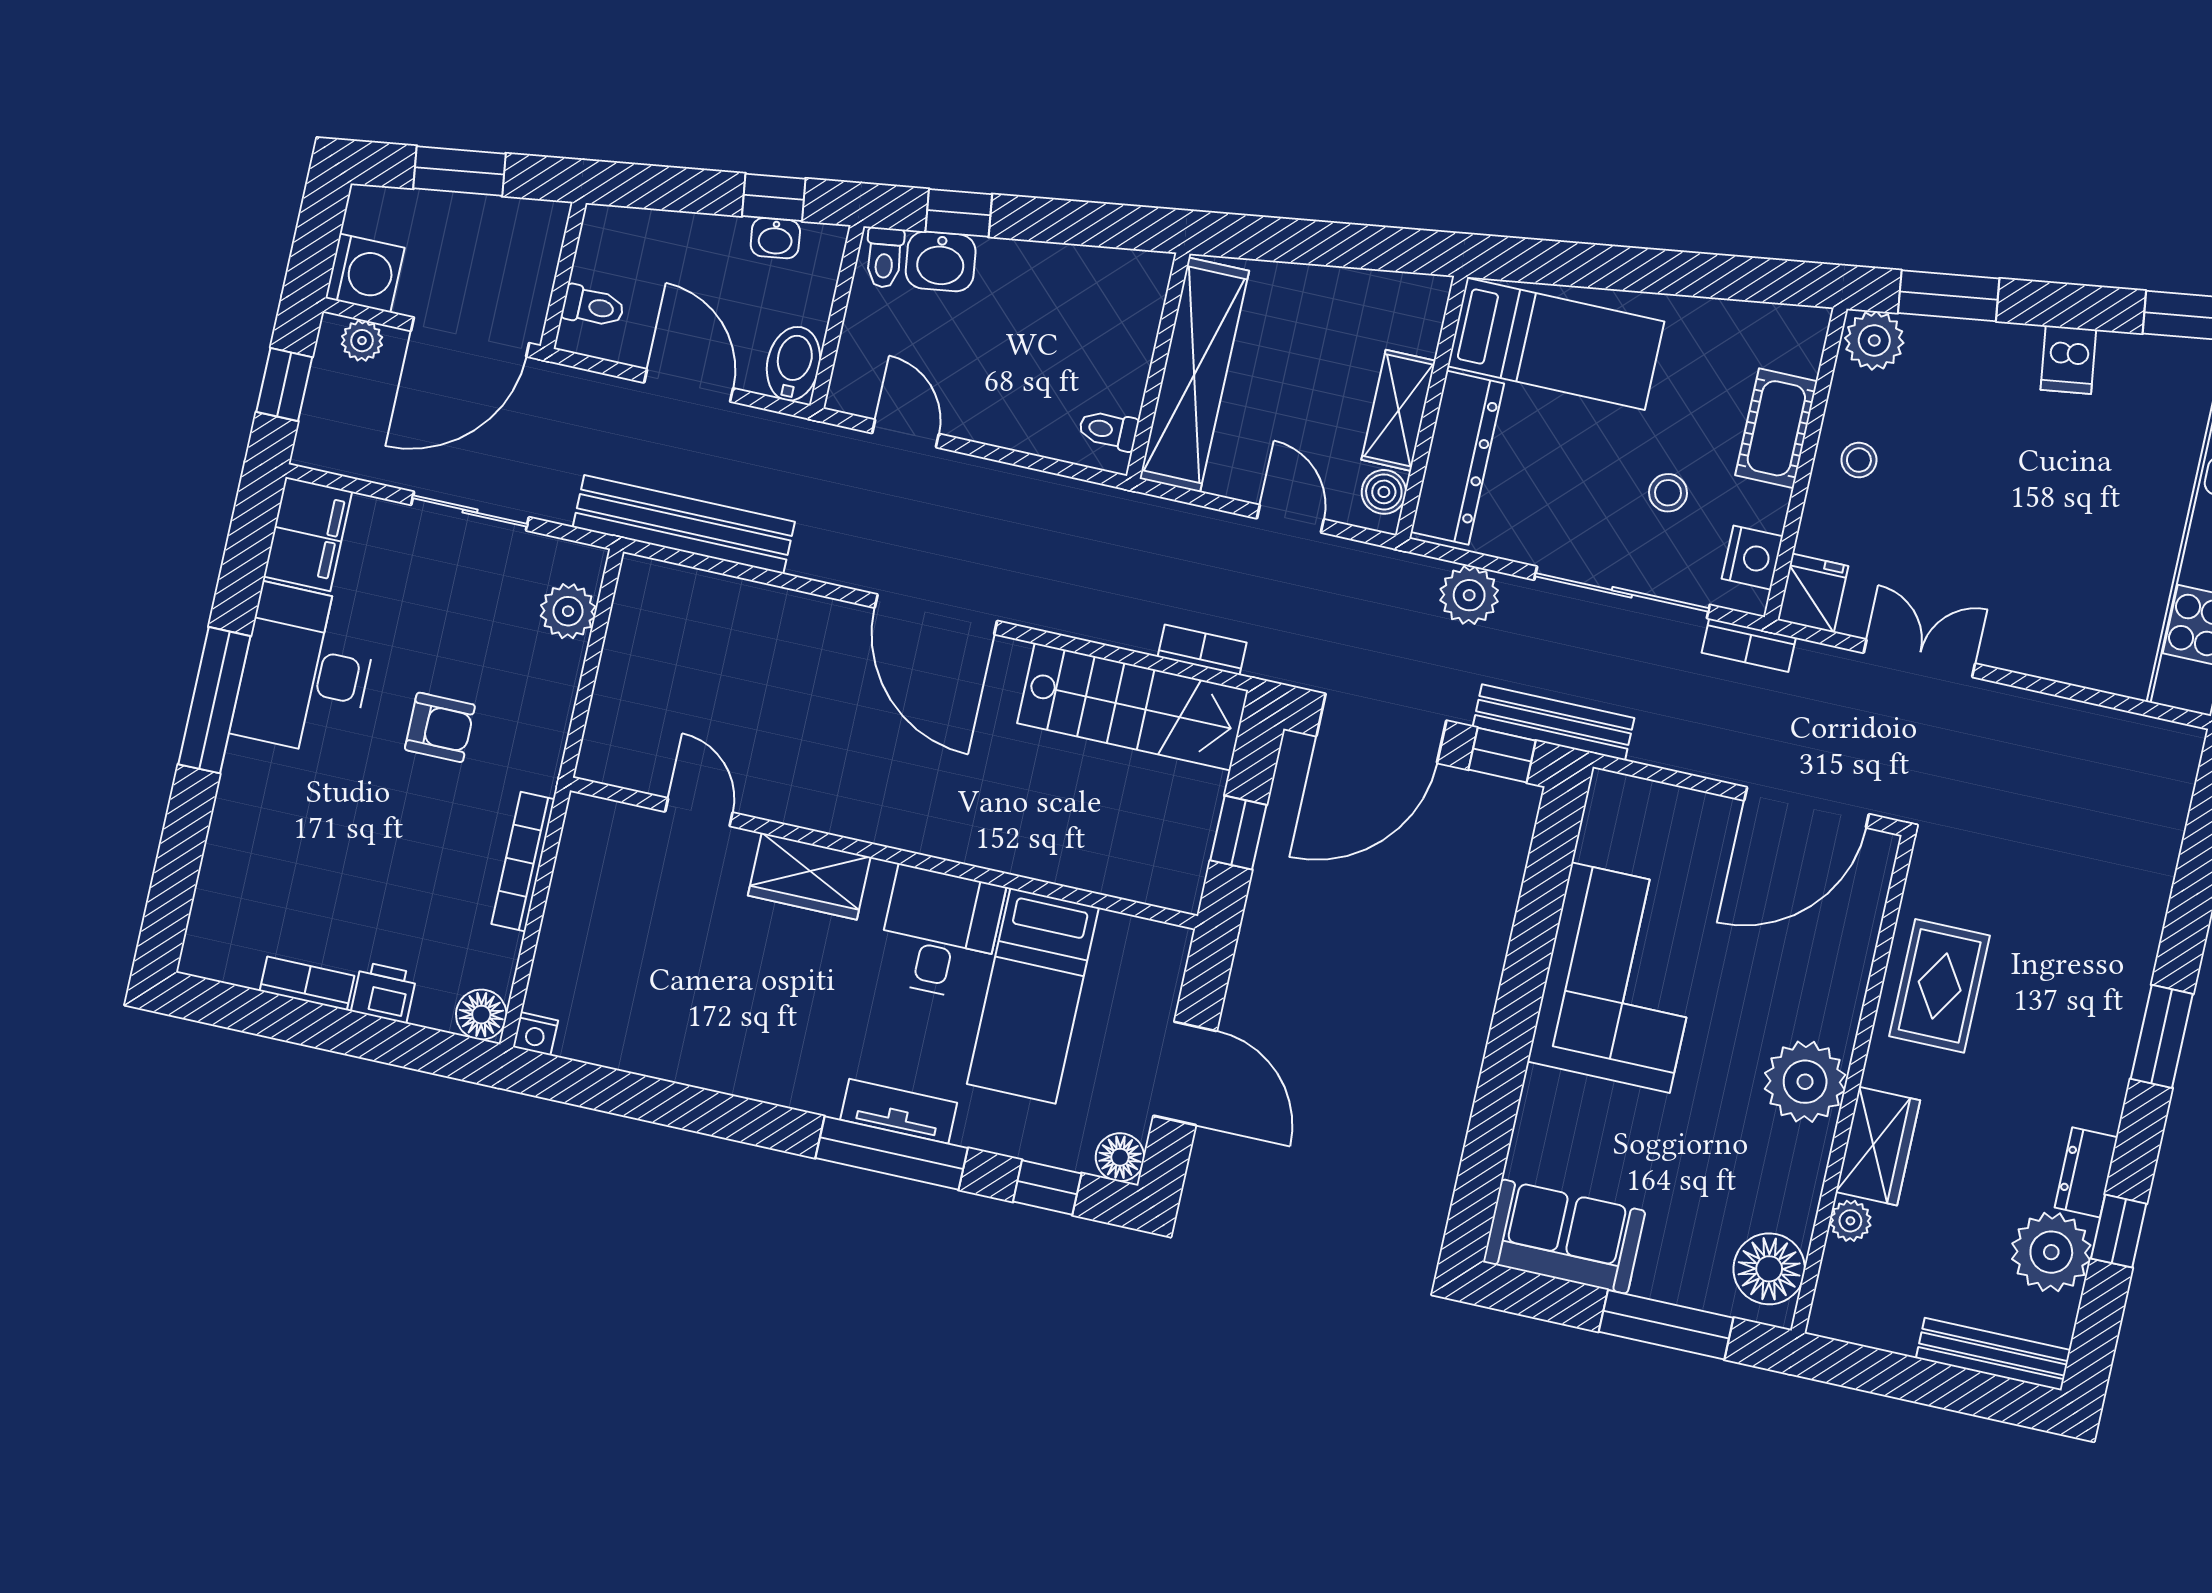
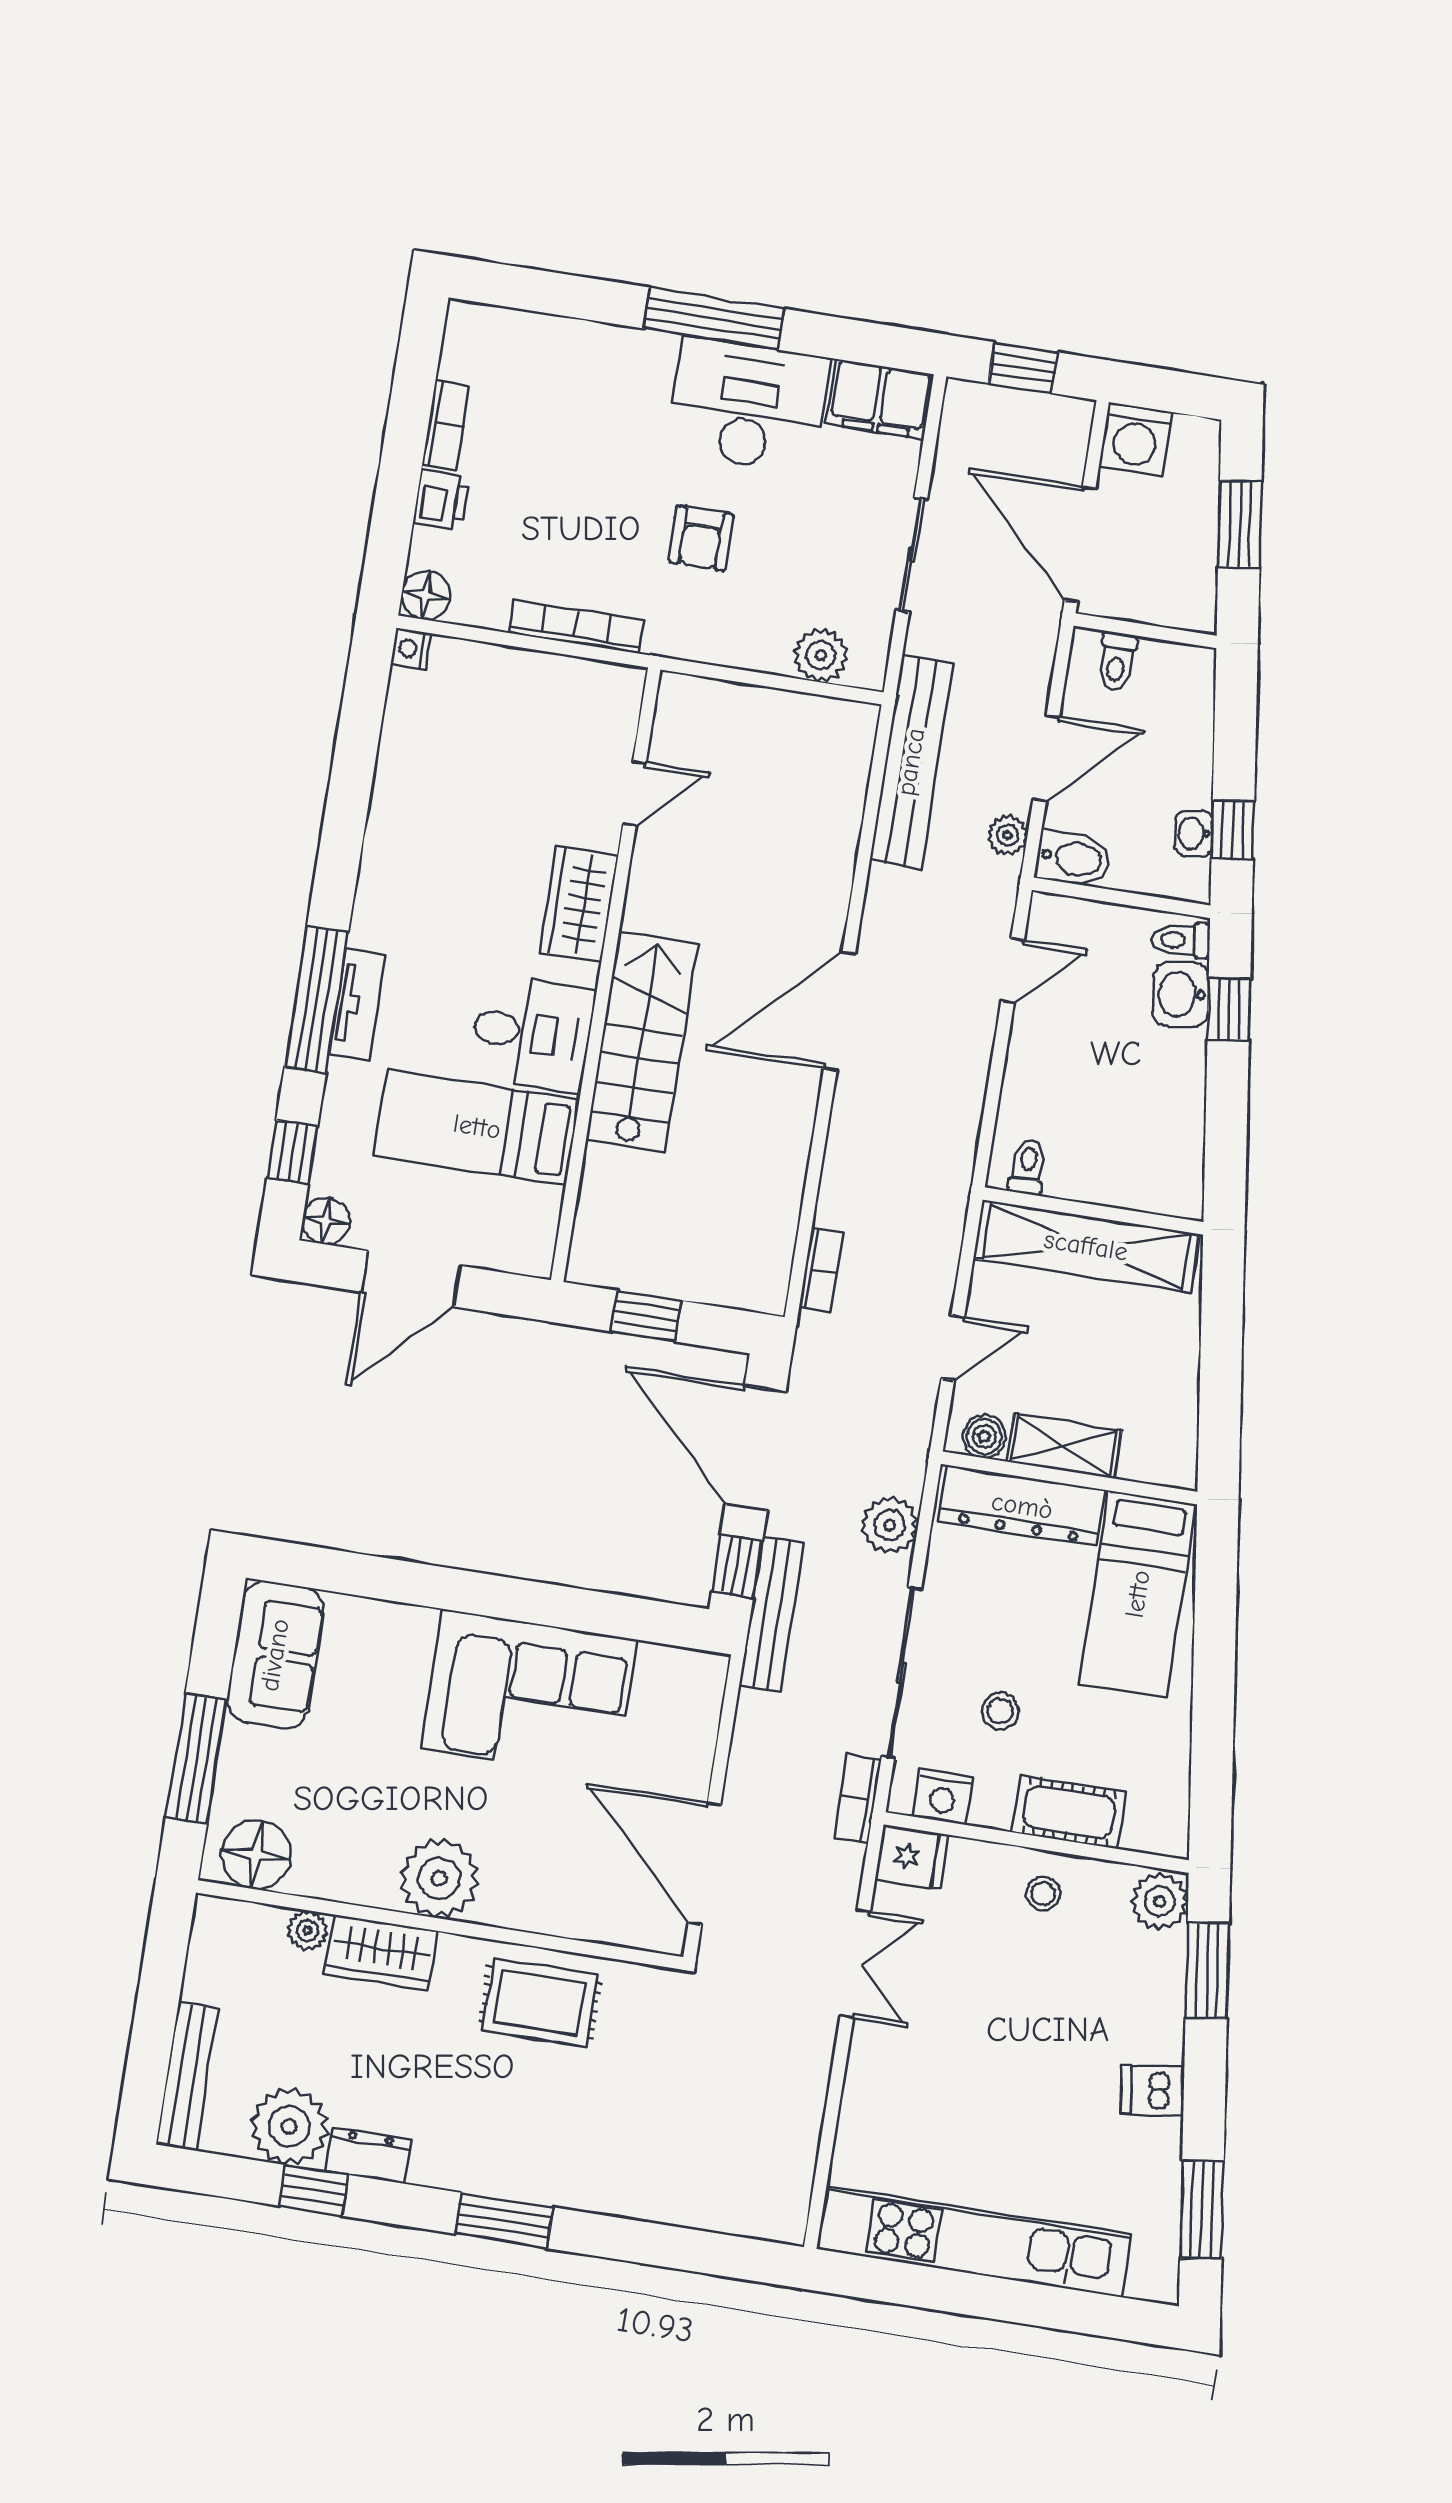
plant: (362, 341) -> (1008, 835), moved
stairs: (1133, 707) -> (642, 1041), moved, turned 180

